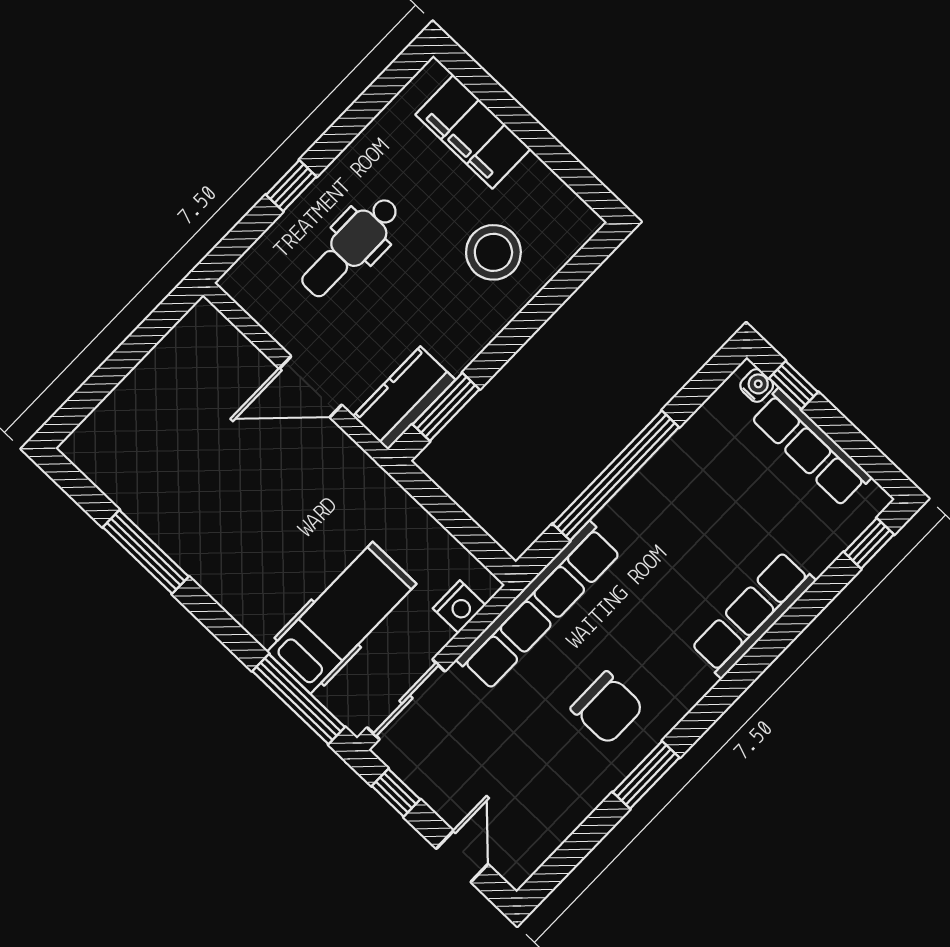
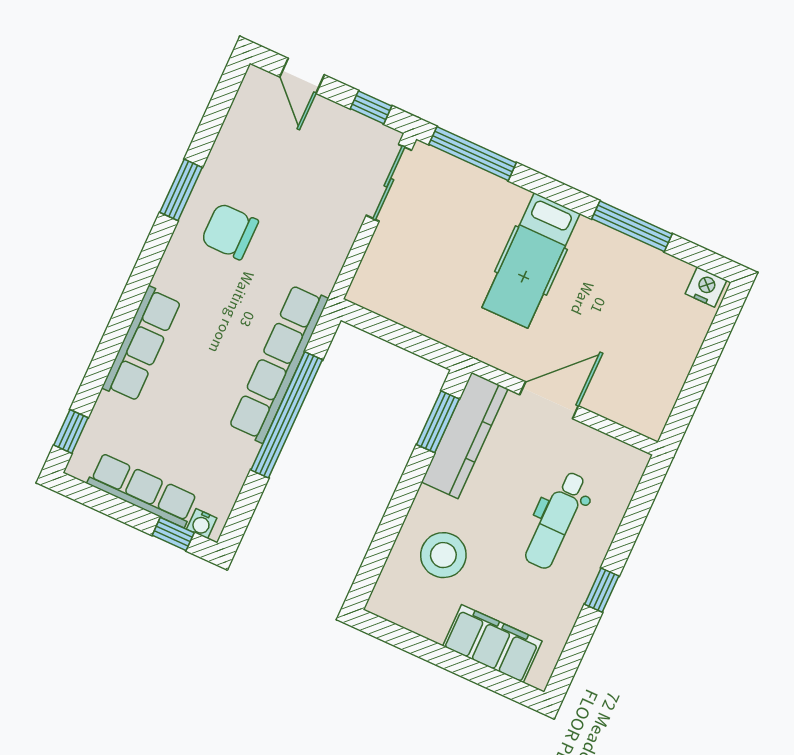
window: (291, 186) -> (602, 590), moved
dental chair: (350, 247) -> (556, 520), turned 180
kitchen counter: (404, 398) -> (465, 435), width x1.50
row of seats: (539, 606) -> (279, 363), moved
nightstand: (459, 607) -> (706, 287), moved, turned 90
hospital bed: (342, 618) -> (531, 260), moved

